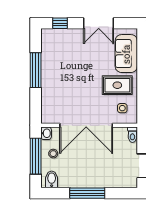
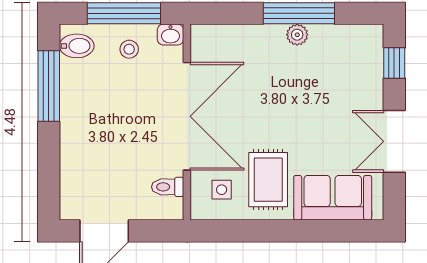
plant: (46, 71) -> (297, 35), added
double door: (86, 125) -> (187, 116), swing flipped
toilet: (132, 135) -> (168, 187), moved
window: (87, 193) -> (49, 86), moved

